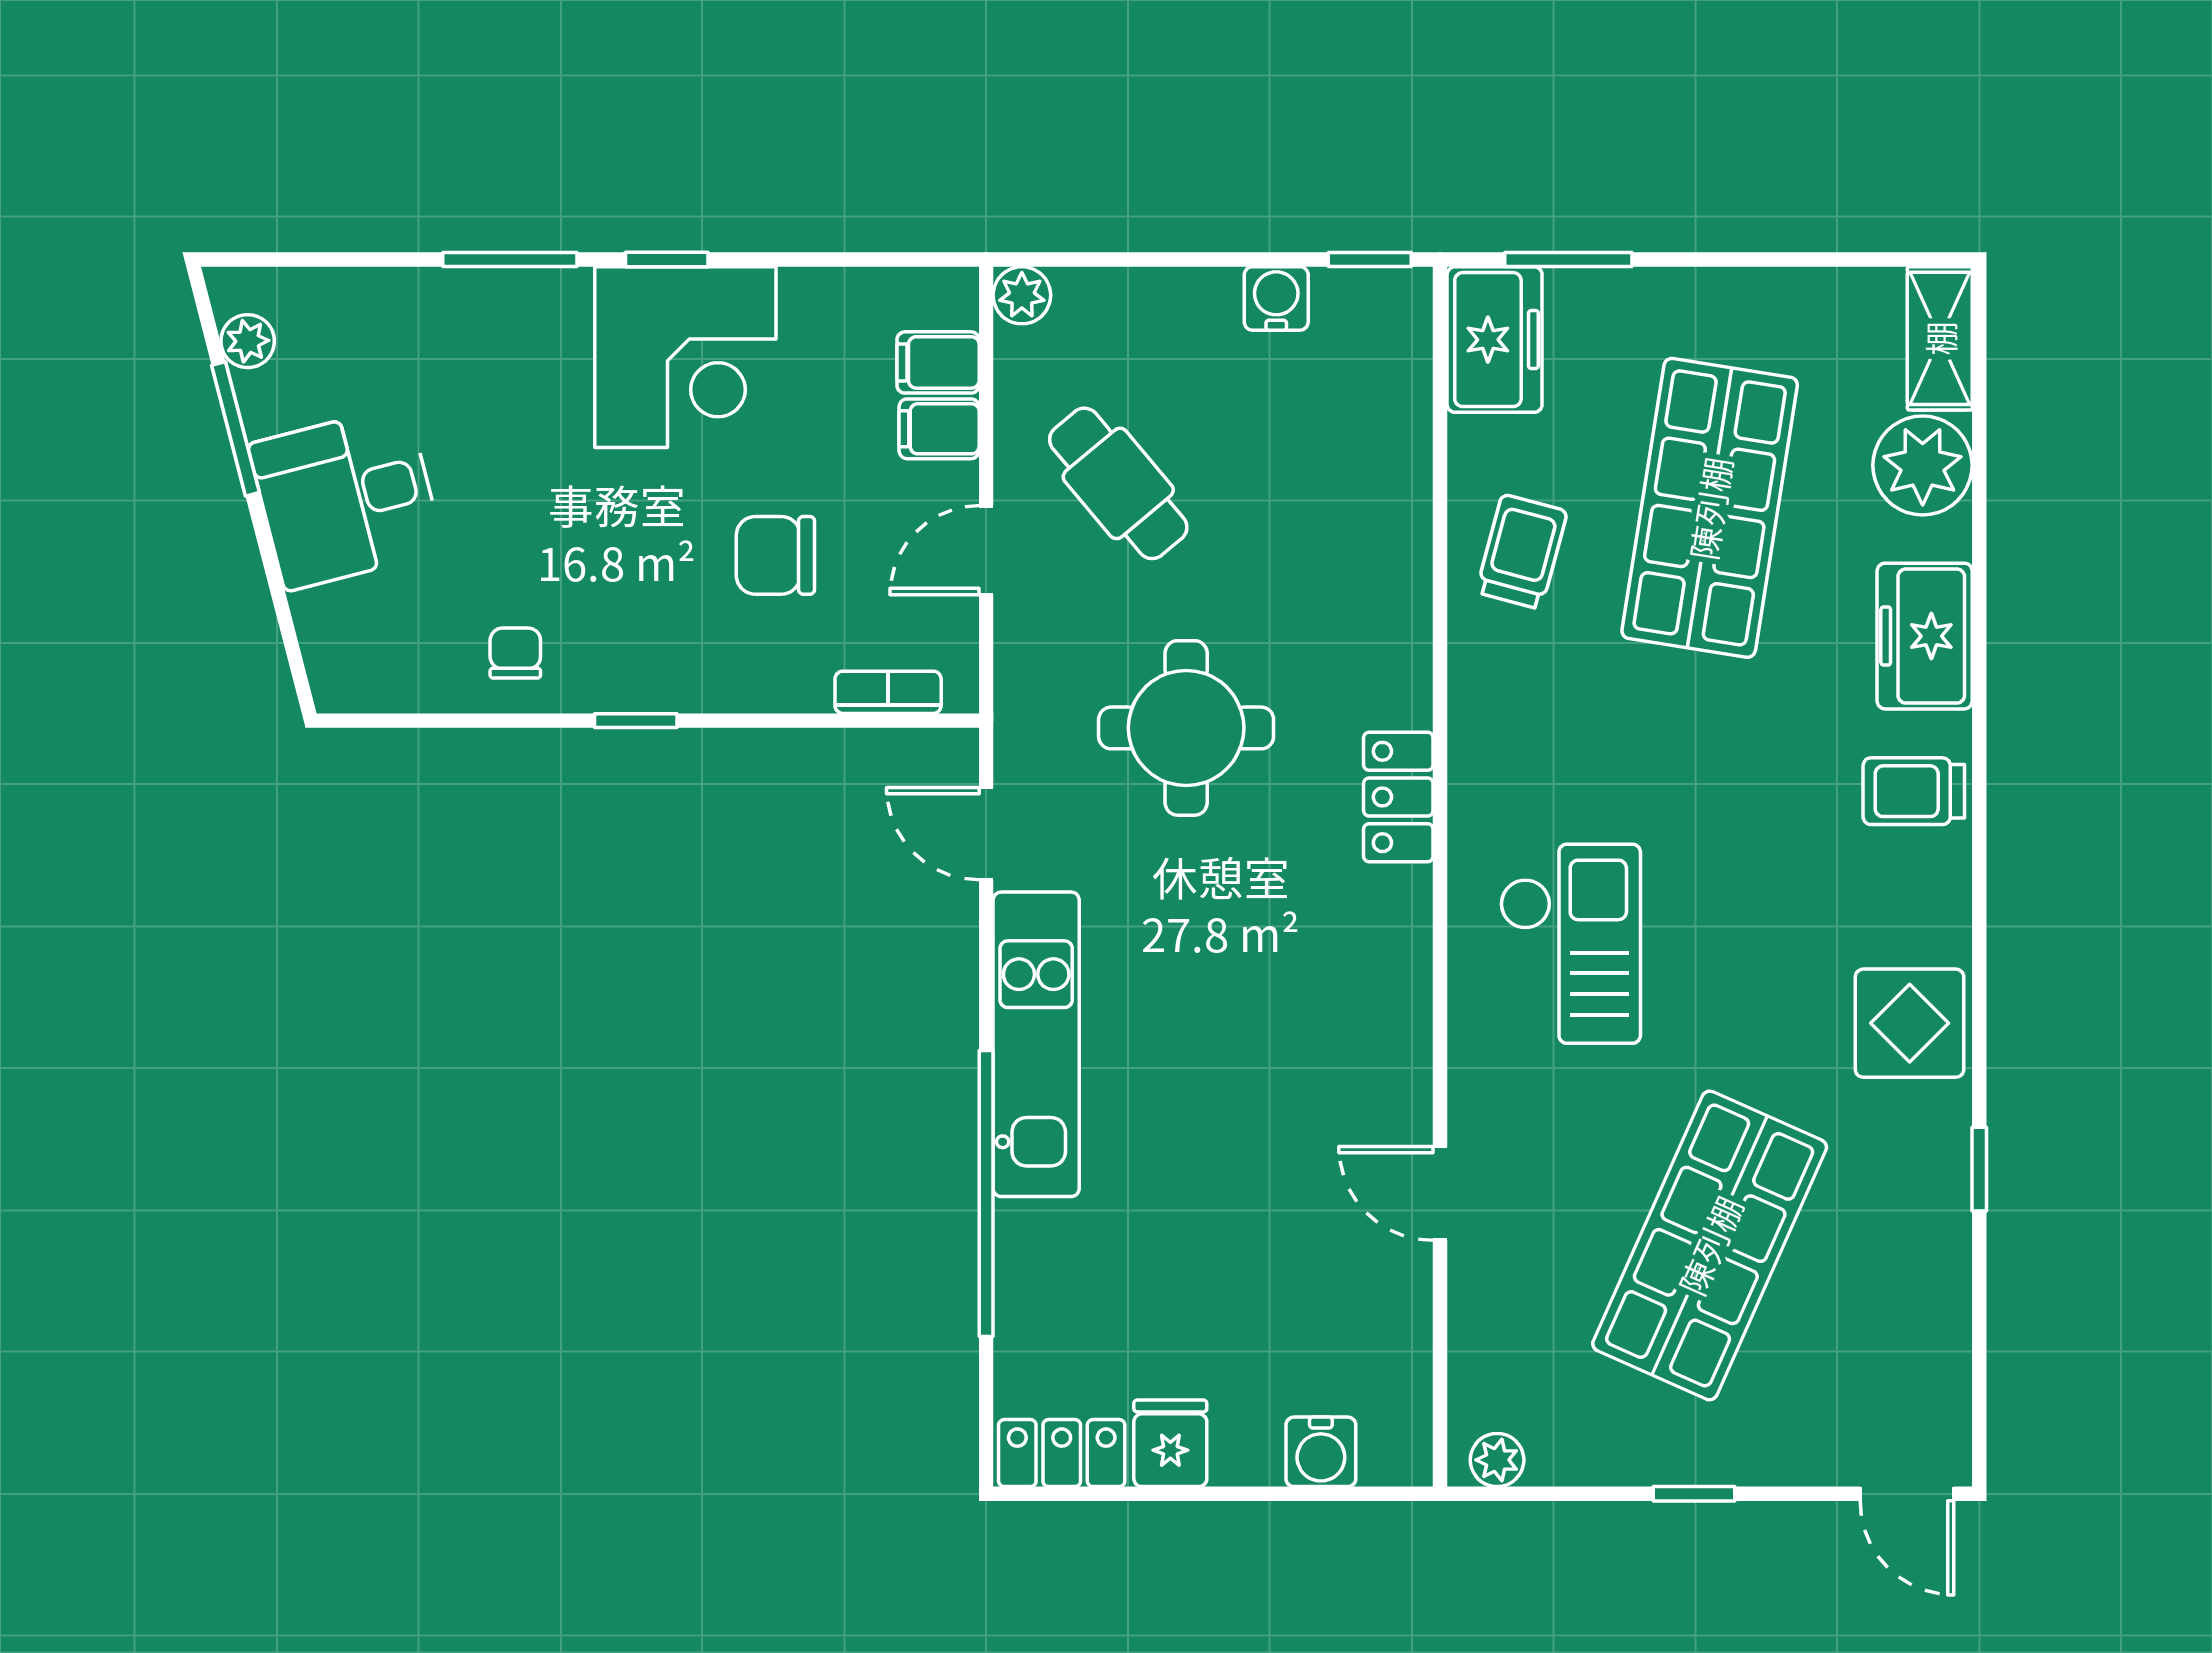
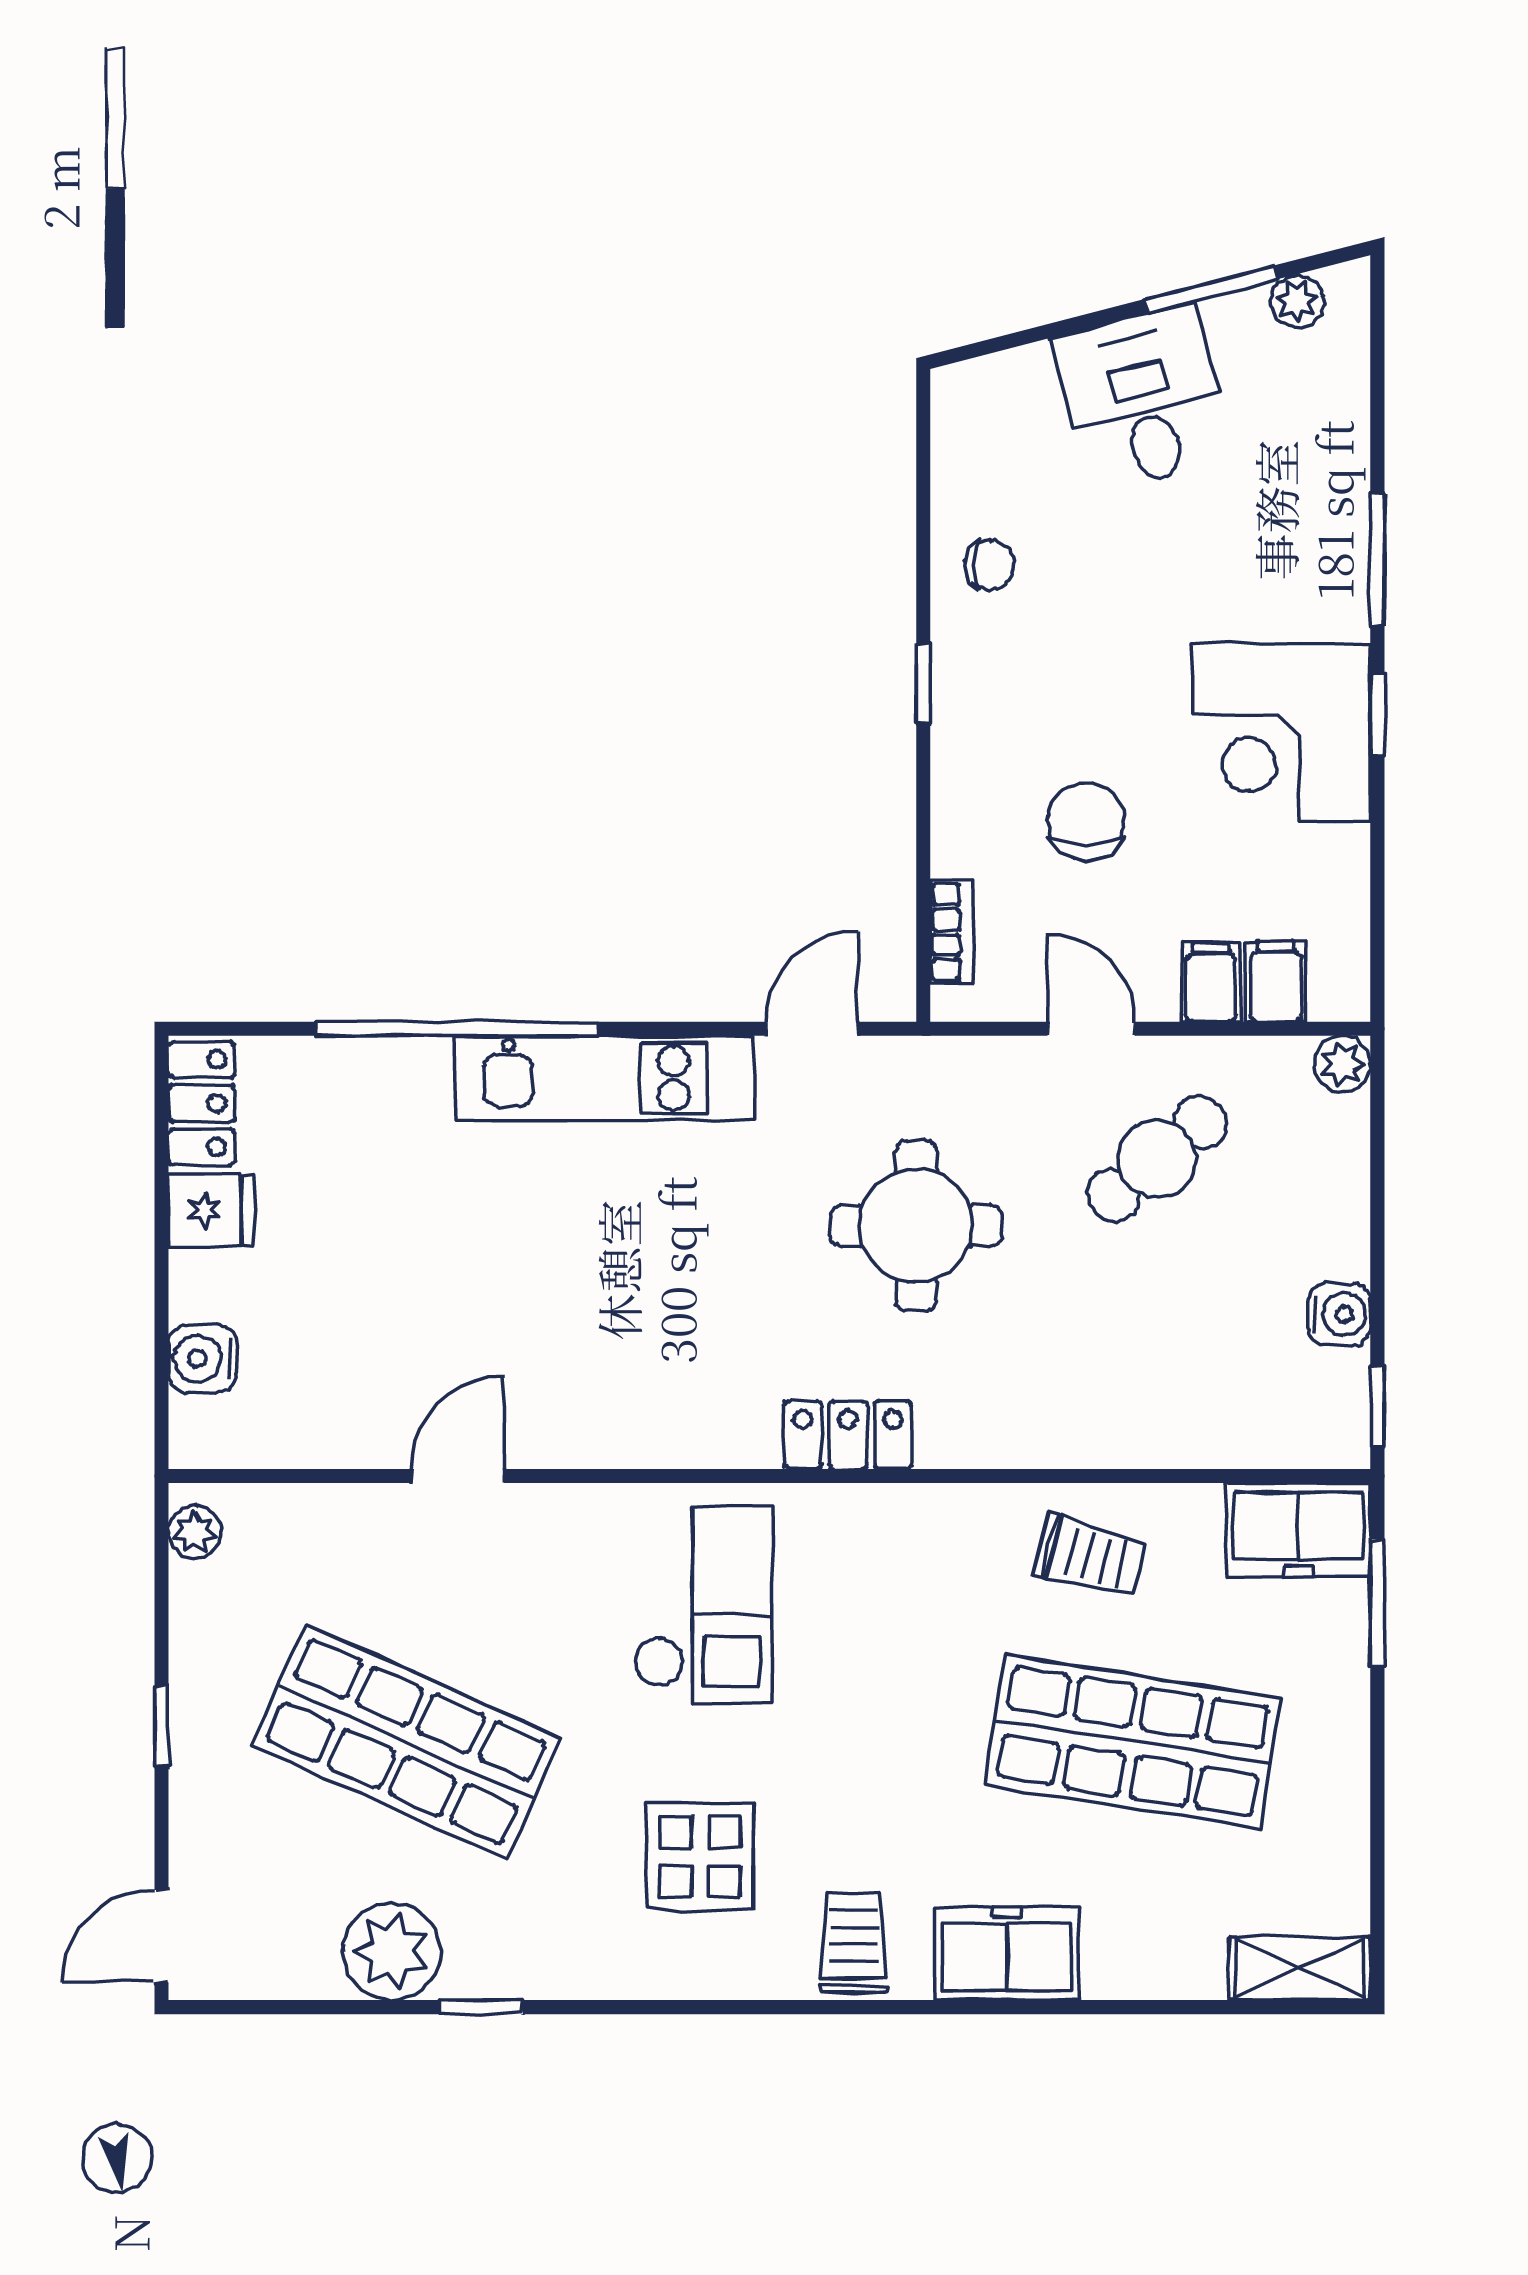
plant: (1923, 465) -> (392, 1951), moved
checkout: (1570, 944) -> (703, 1604), turned -90
display table: (1910, 1023) -> (700, 1857), moved

